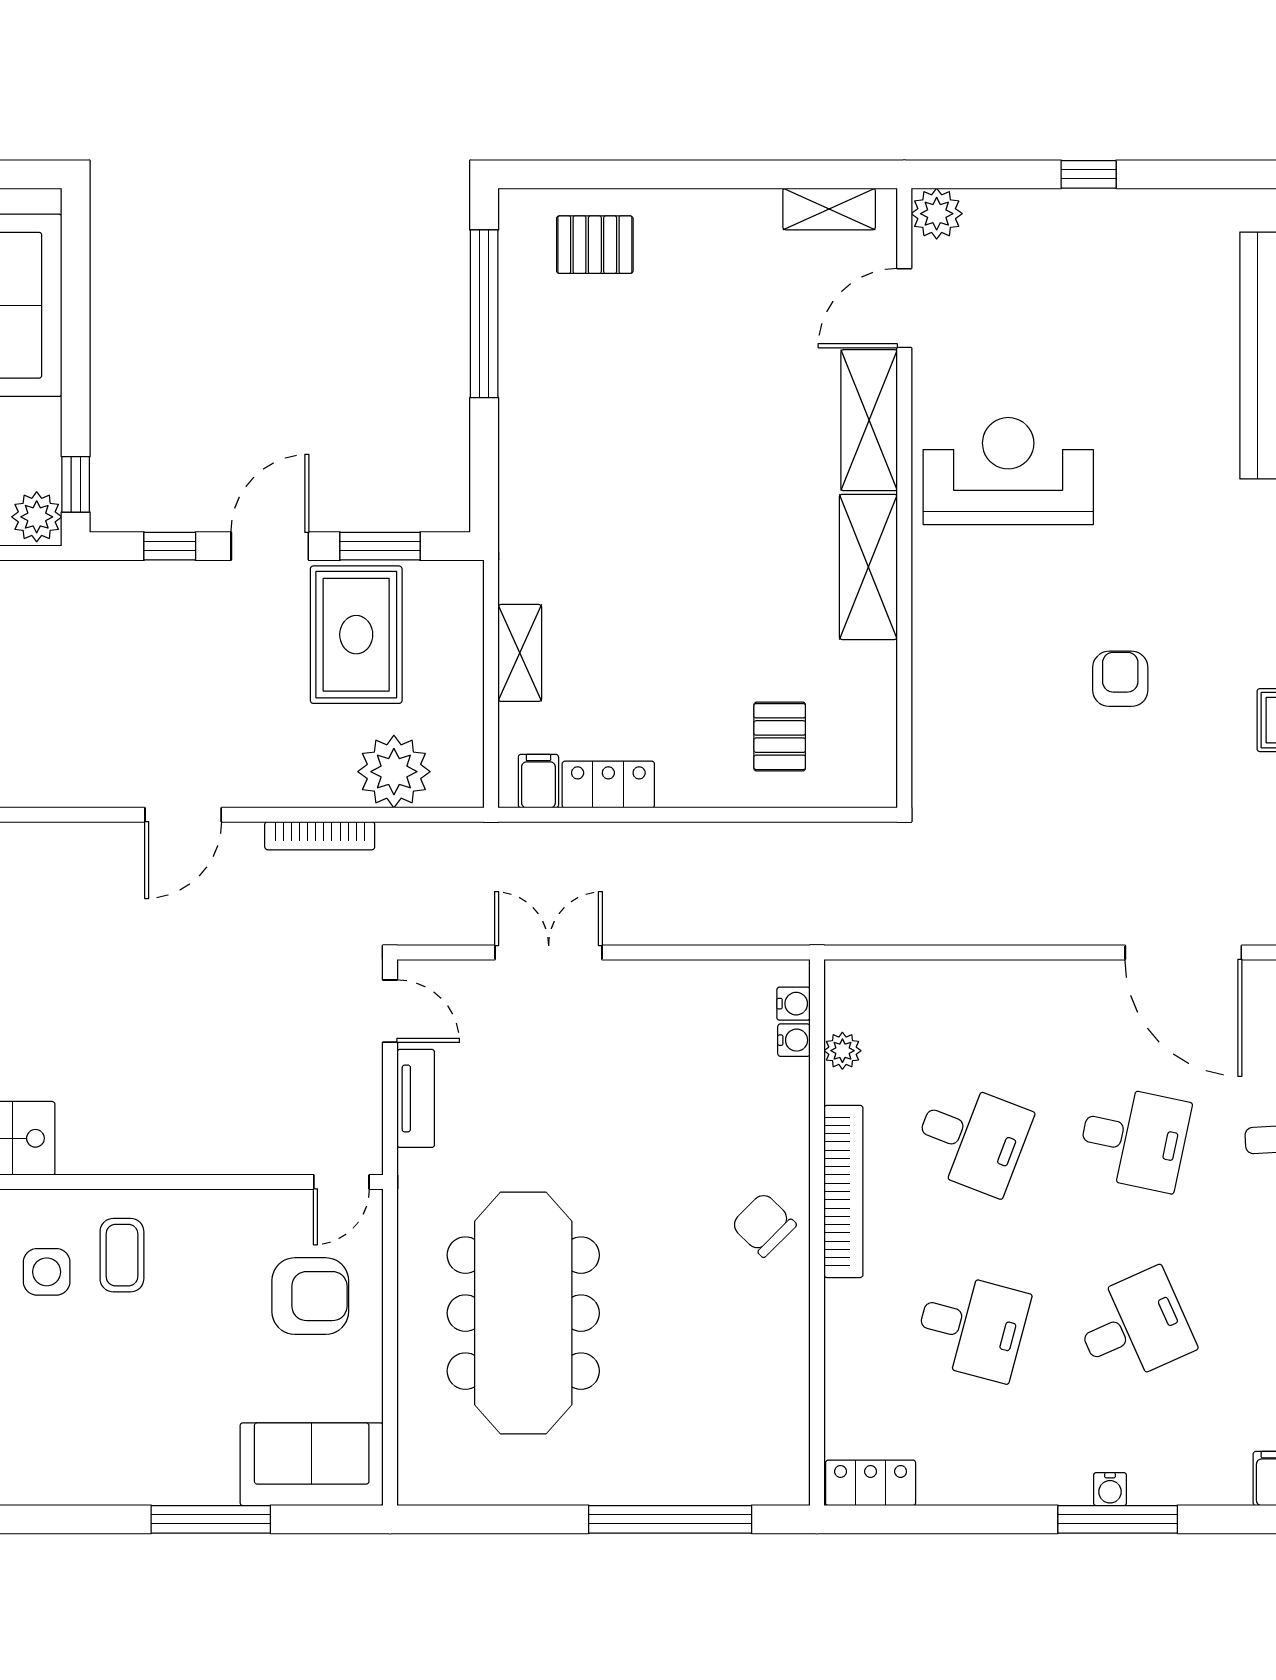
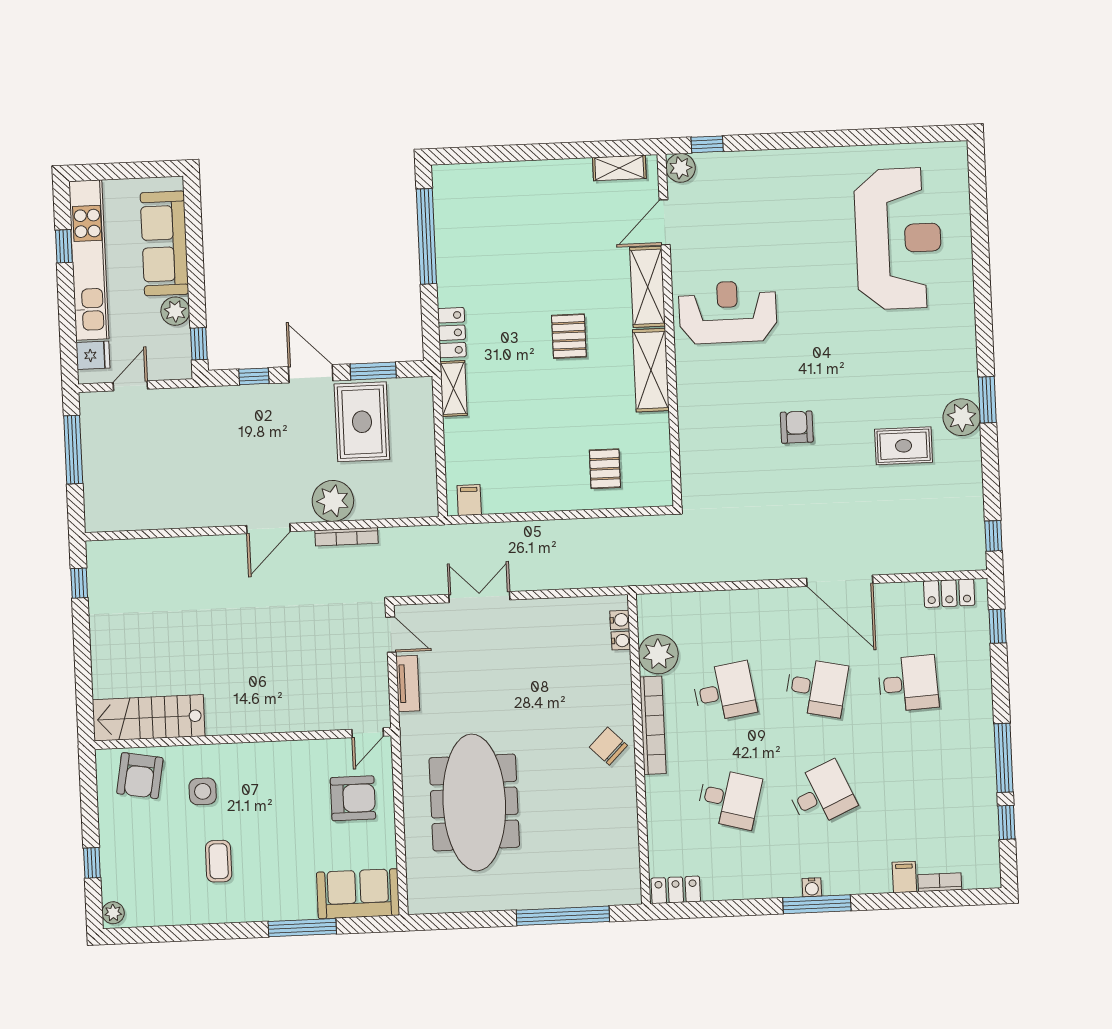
window: (1089, 174) -> (707, 144), moved
pallet: (595, 245) -> (569, 336), moved, turned 90
plant: (37, 517) -> (175, 311), moved
door: (270, 546) -> (311, 374), hinge flipped
shelving: (520, 653) -> (453, 388), moved
plant: (394, 772) -> (333, 501), moved
locker: (608, 785) -> (452, 333), moved, turned 90
plant: (842, 1051) -> (658, 654), width x1.88, depth x1.88
desk: (972, 1138) -> (724, 692), turned -30
coffee table: (122, 1255) -> (219, 861), moved

